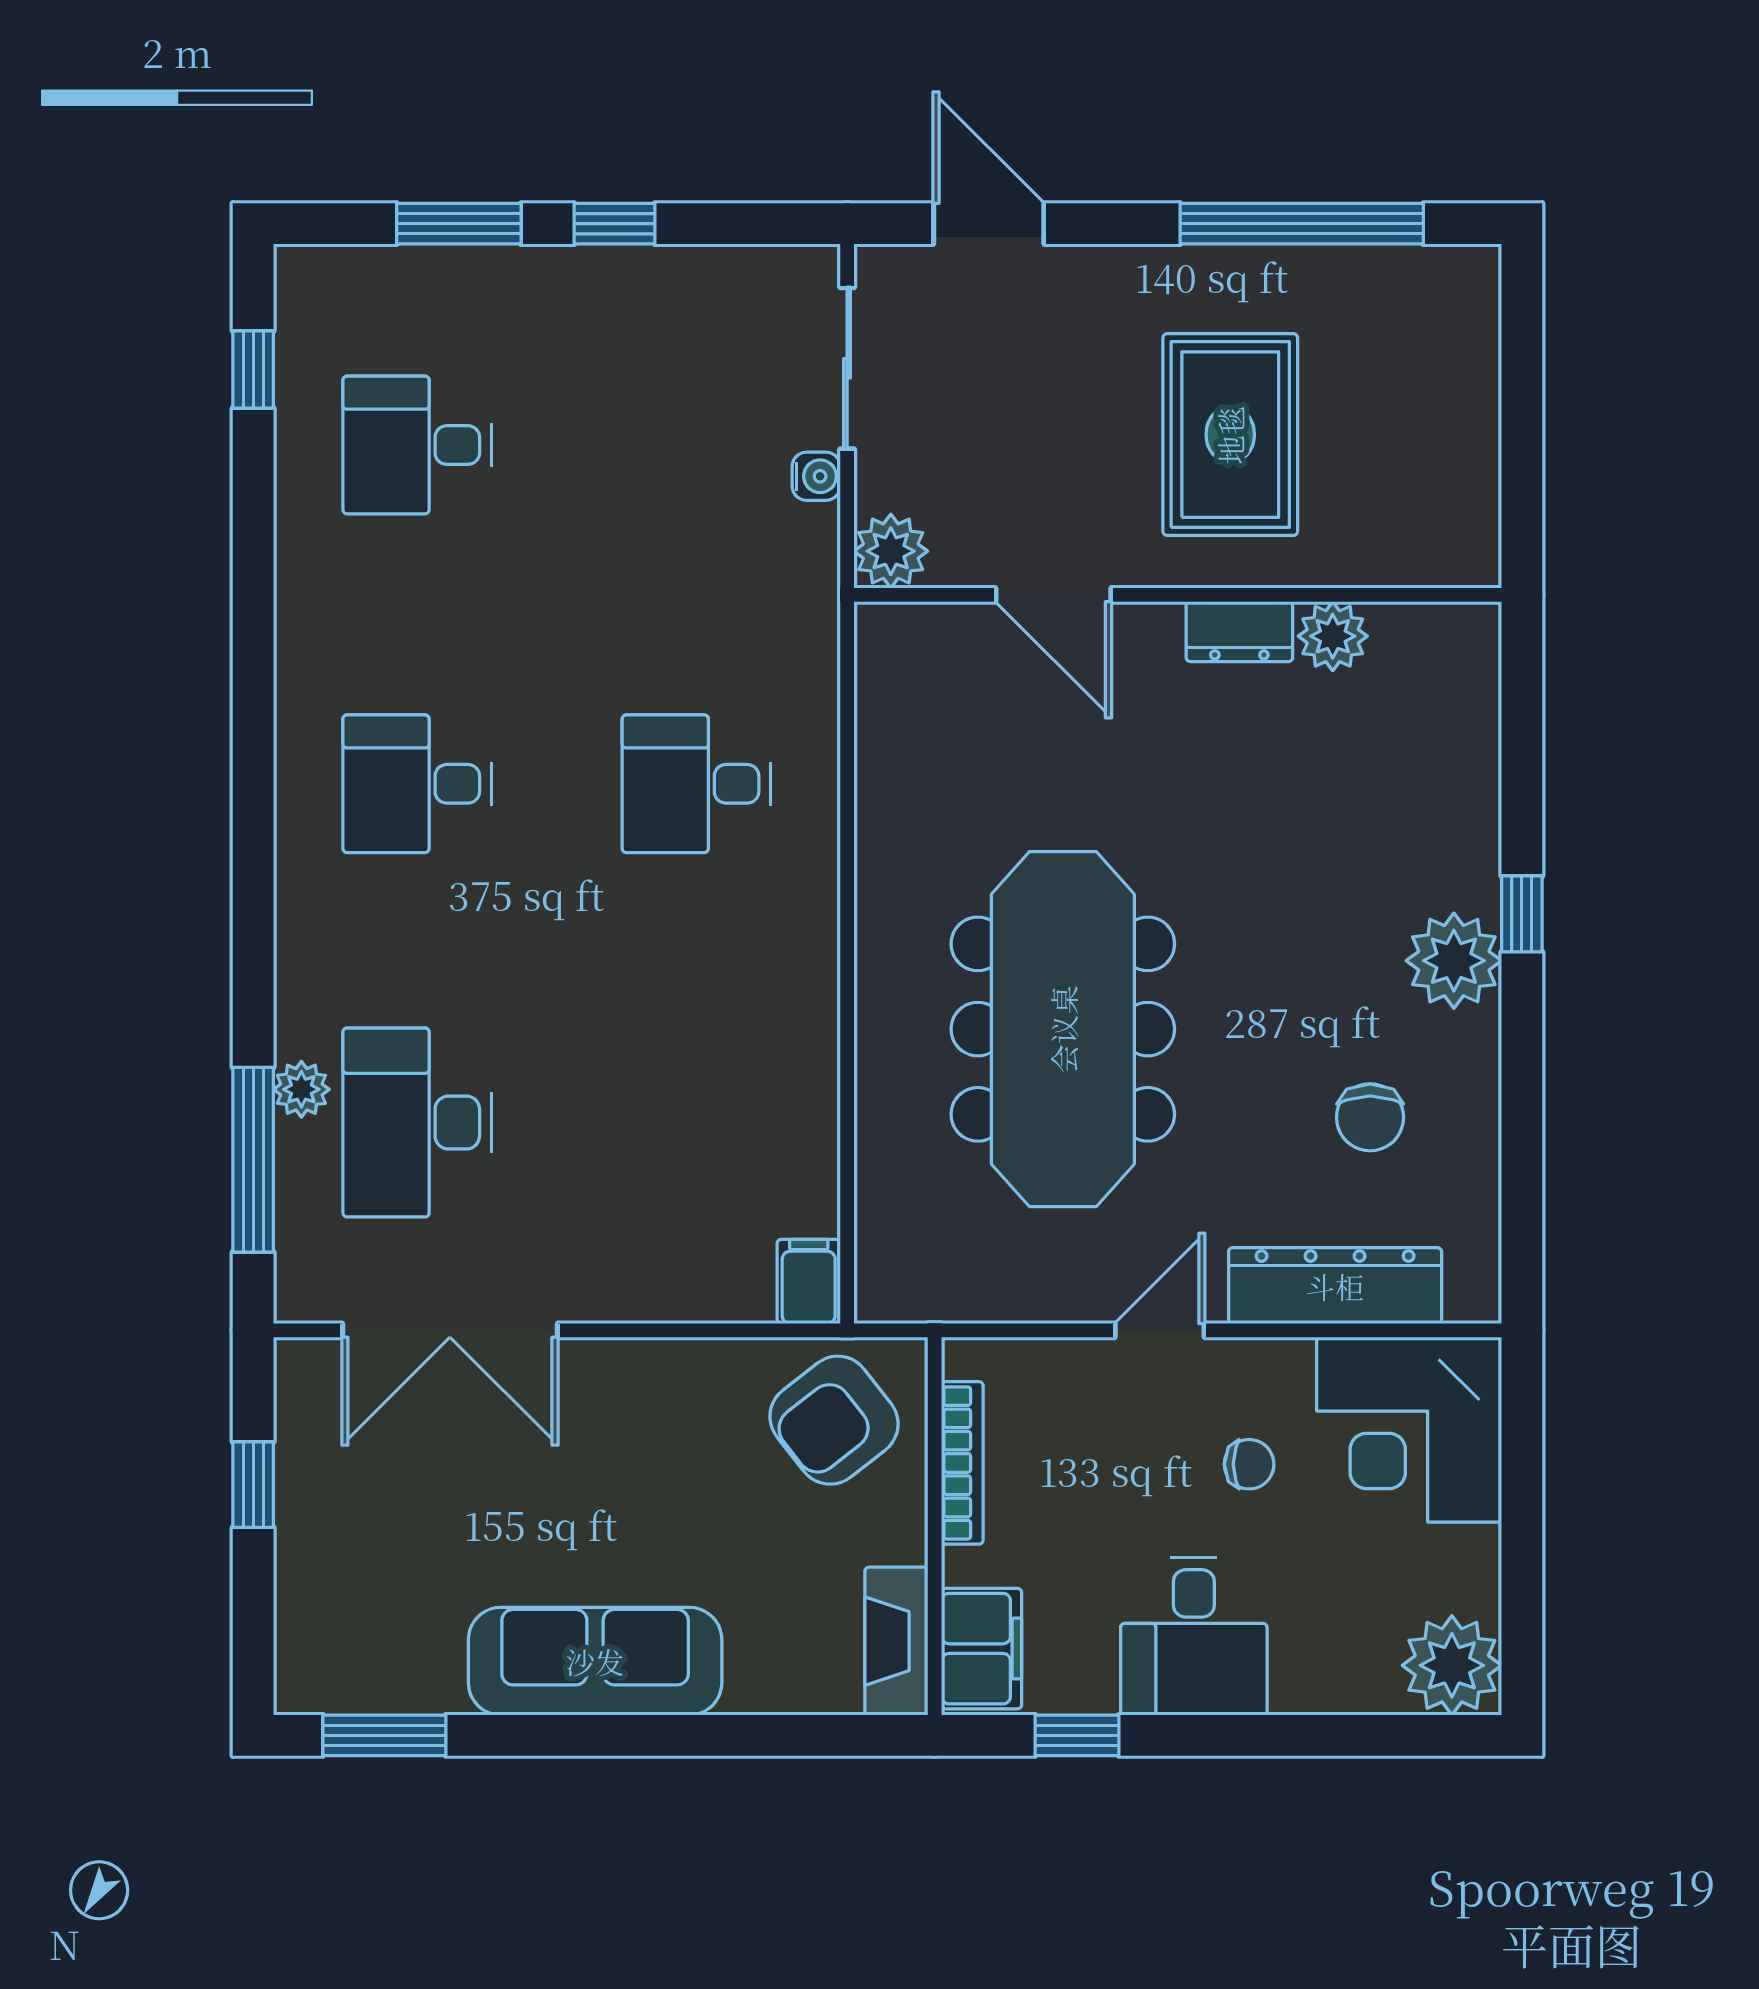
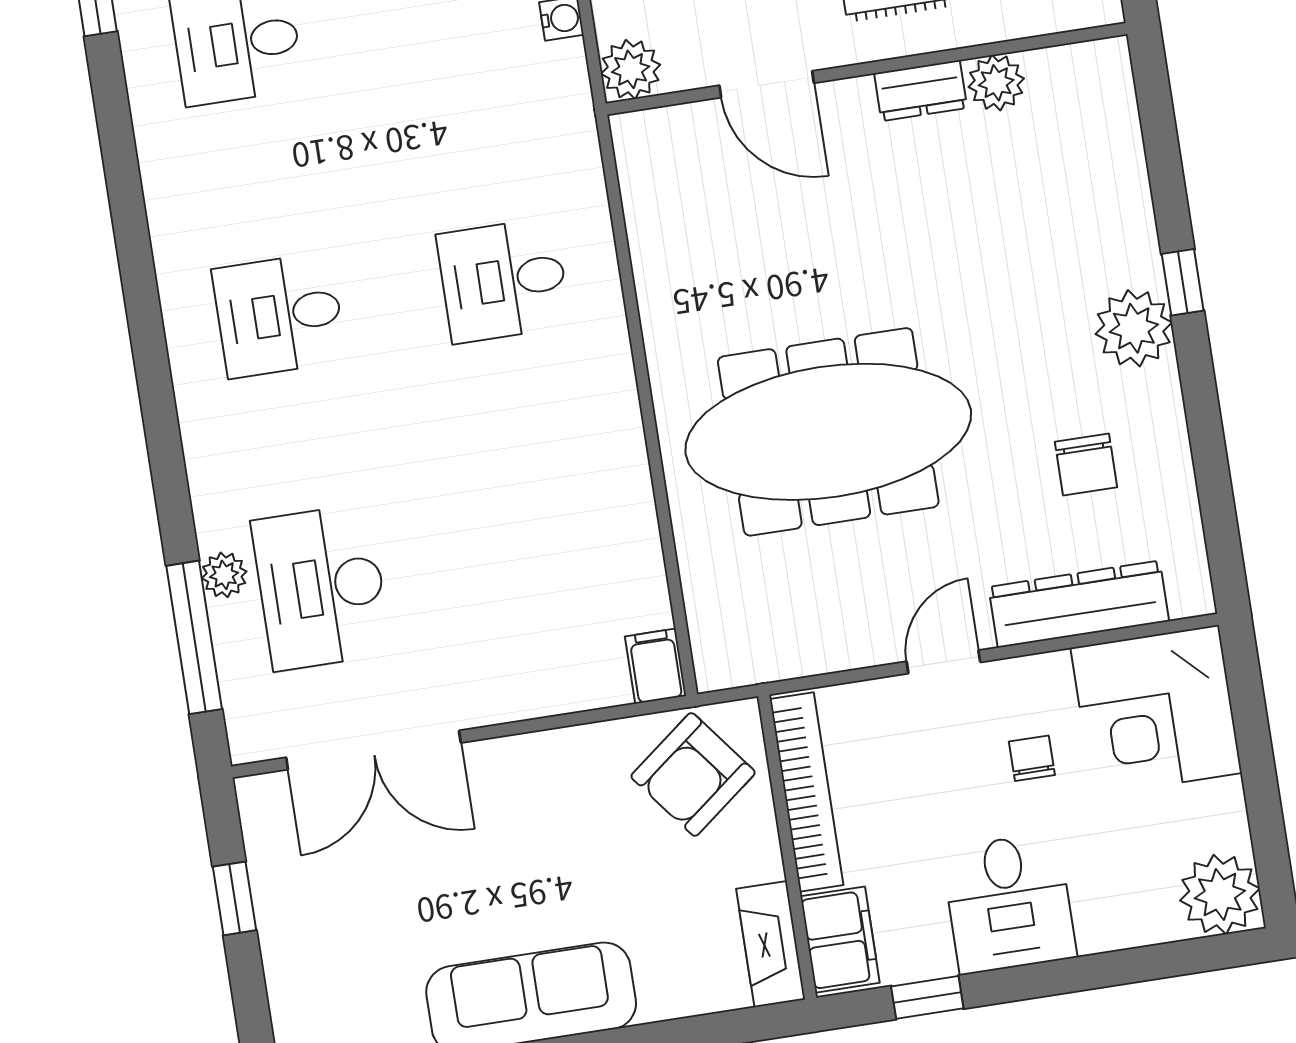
meeting table: (1063, 1029) -> (828, 432), turned 90
bookcase: (962, 1463) -> (807, 792), width x1.48, depth x1.31
chair: (1249, 1464) -> (1032, 758), turned -90

